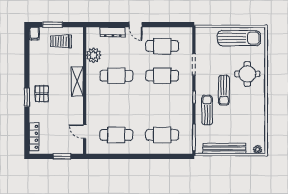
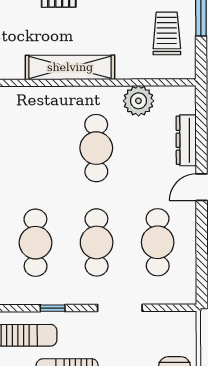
shelving: (77, 81) -> (70, 67), width x1.47
cafe table: (162, 105) -> (36, 243), added

